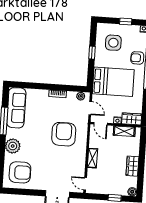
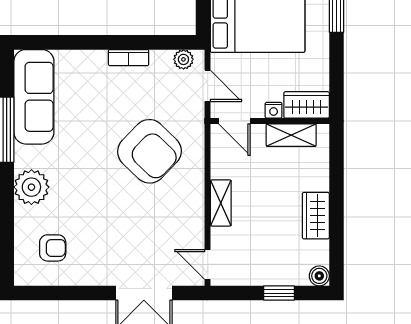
armchair: (64, 134) -> (149, 151), turned 134
armchair: (20, 172) -> (53, 248), width x0.53, depth x0.53

